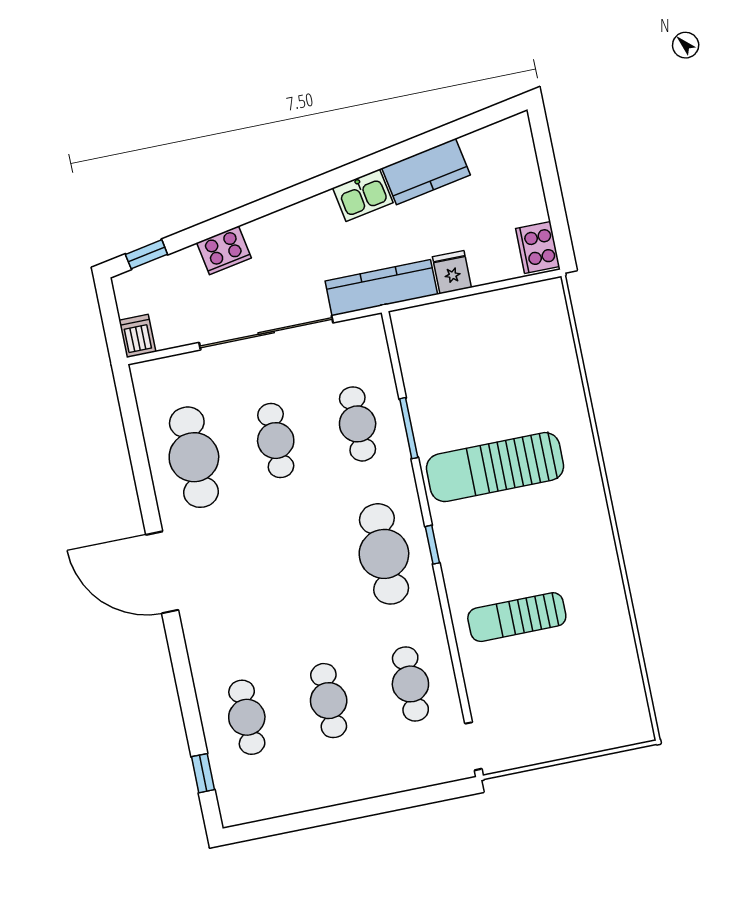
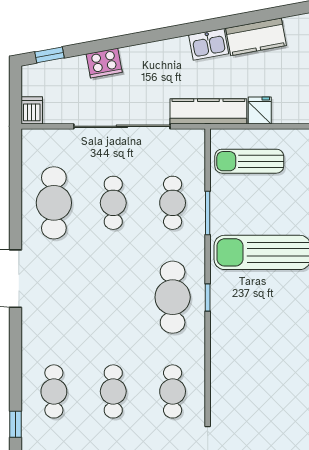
sun lounger: (517, 617) -> (249, 161), moved

